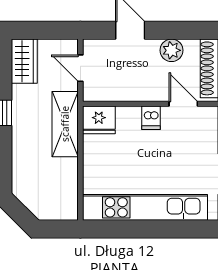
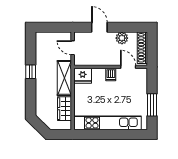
wardrobe: (24, 61) -> (64, 109), moved, turned 180

